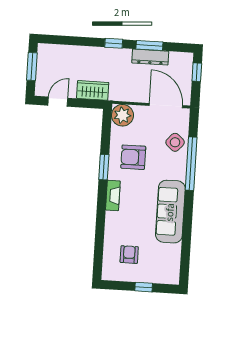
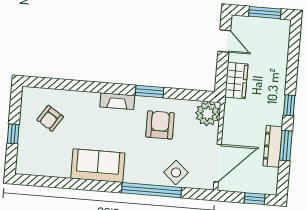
sofa: (170, 212) -> (98, 166), width x0.73
armchair: (129, 255) -> (50, 118), turned 123

